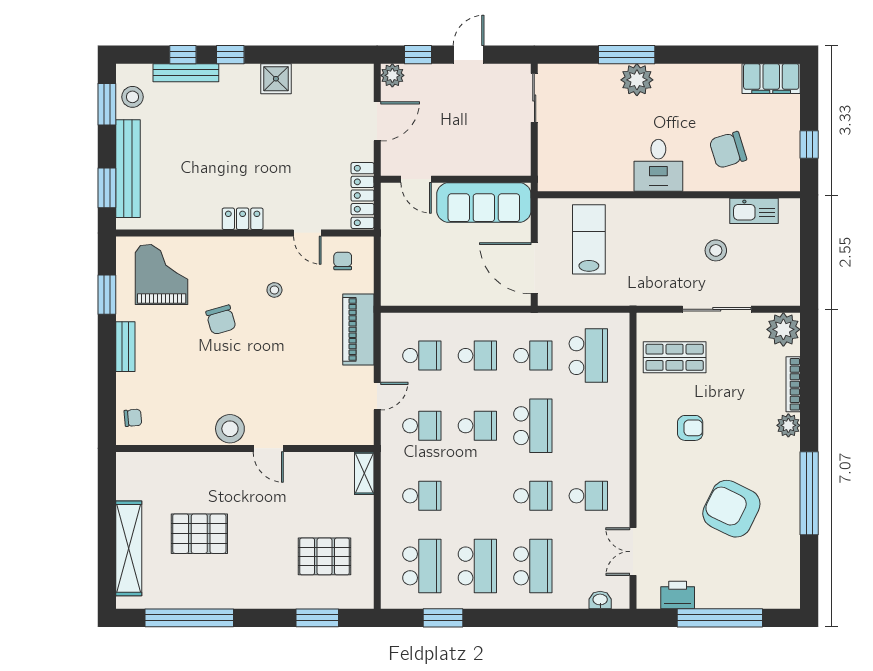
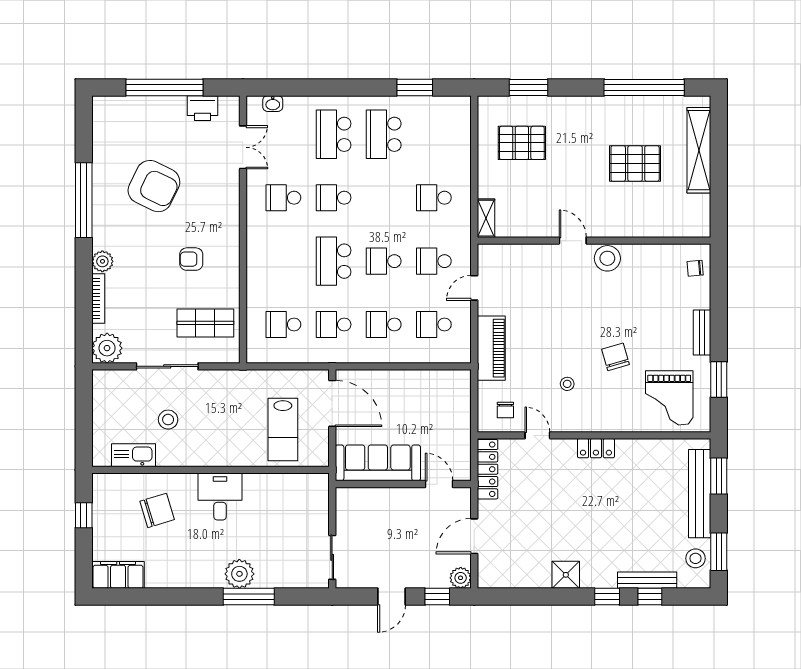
school desk: (588, 356) -> (283, 325), width x0.54
school desk: (422, 566) -> (434, 134), removed

